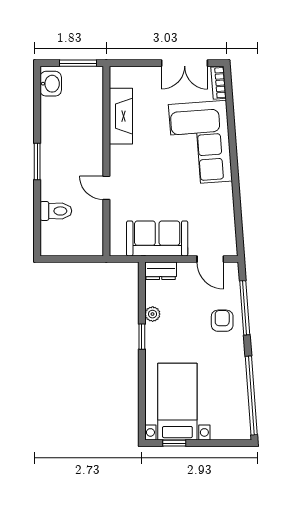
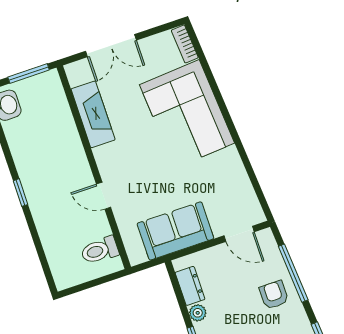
double door: (185, 63) -> (111, 46), moved
window: (37, 162) -> (21, 193), width x0.67
toilet: (56, 211) -> (100, 250), moved, turned 180
dresser: (161, 271) -> (190, 286), moved, turned -90

